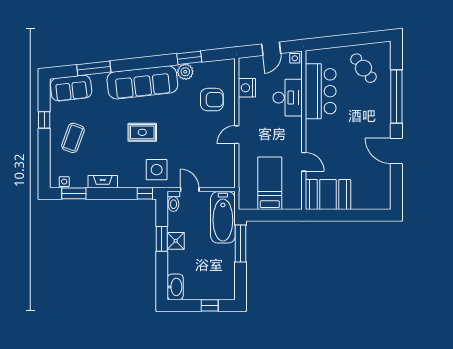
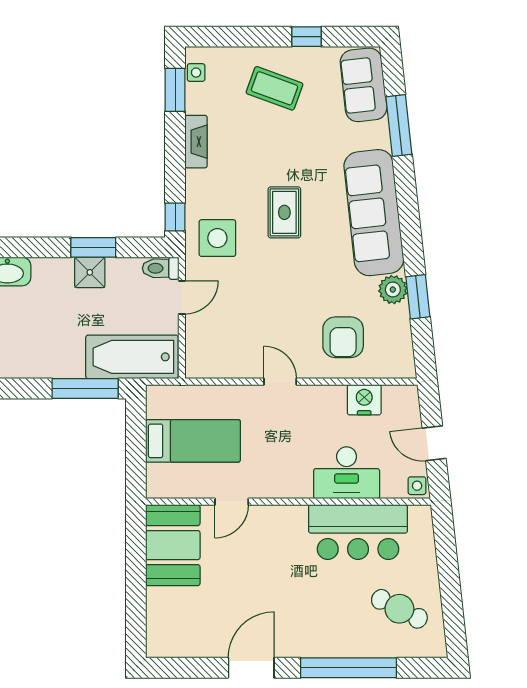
cafe table: (363, 68) -> (399, 609), turned 66

